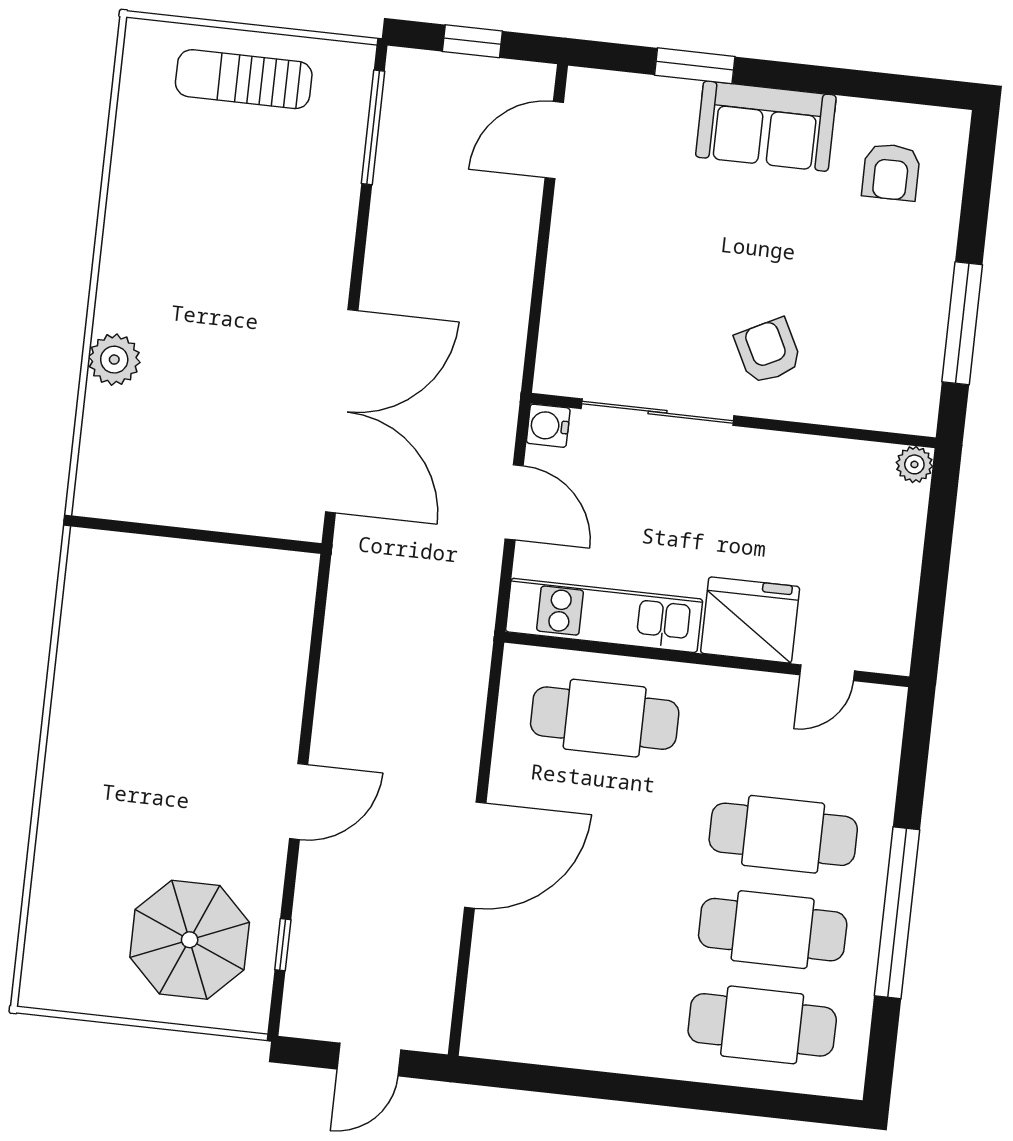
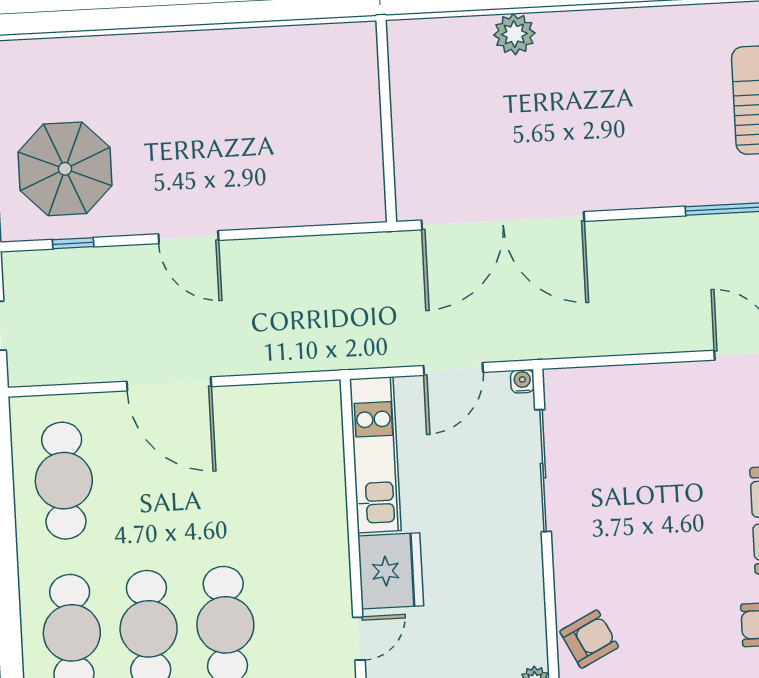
armchair: (768, 351) -> (589, 639), moved
water cooler: (548, 426) -> (522, 381), width x0.72, depth x0.72
door: (827, 673) -> (359, 639), swing flipped
cafe table: (605, 718) -> (64, 481), moved

